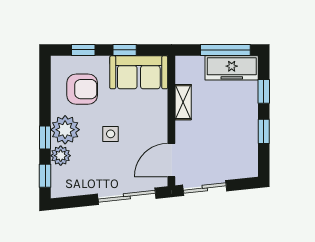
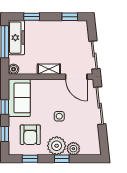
boiler: (183, 63) -> (14, 69), added
armchair: (82, 89) -> (30, 135), turned 180
shelving: (183, 102) -> (49, 69), moved
window: (264, 131) -> (70, 17), moved
window: (45, 176) -> (30, 159), moved

